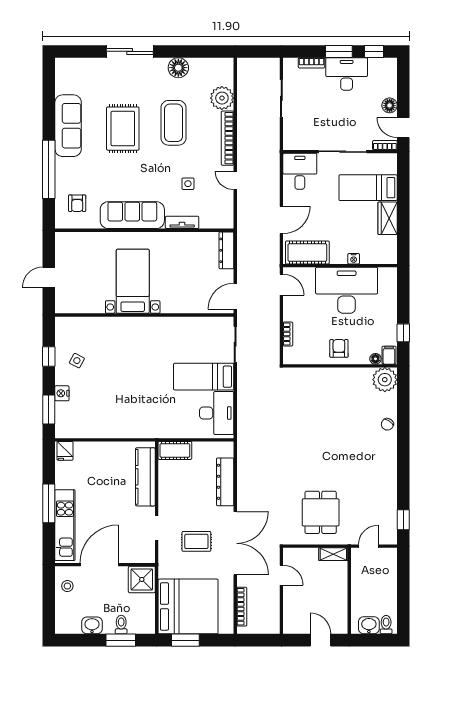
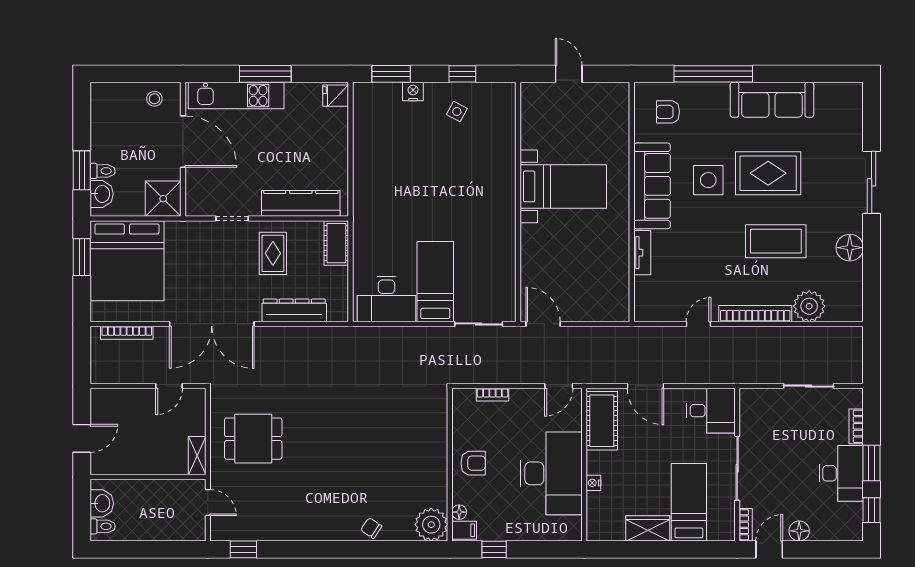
side table: (188, 184) -> (708, 180), moved, width x1.87, depth x1.87
dresser: (226, 250) -> (605, 312), removed
rug: (196, 541) -> (273, 253), moved
washbasin: (92, 625) -> (102, 194), moved

